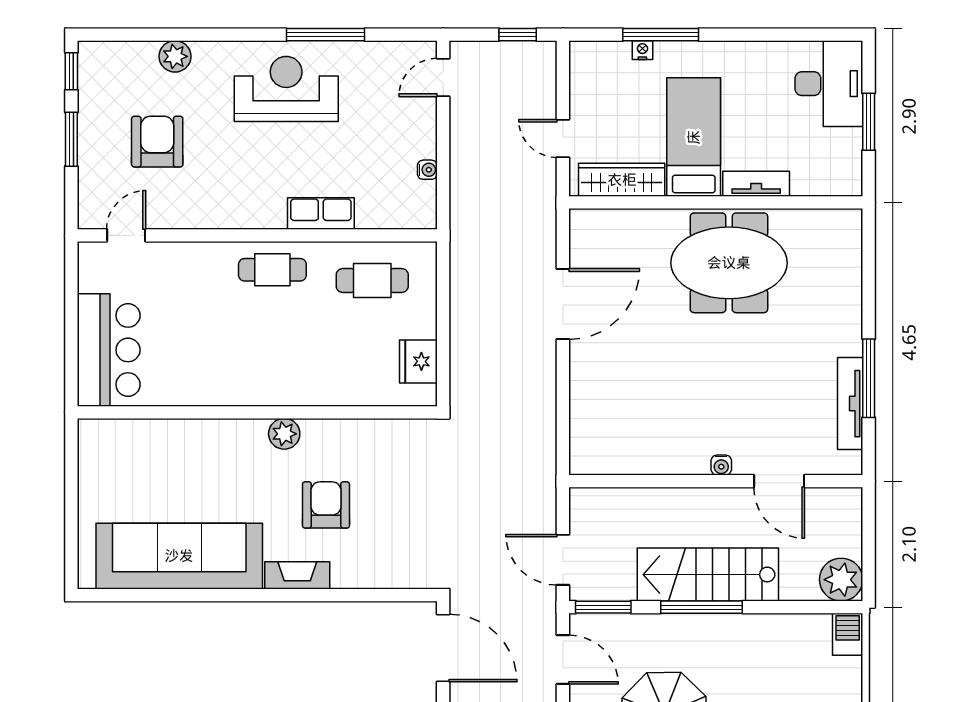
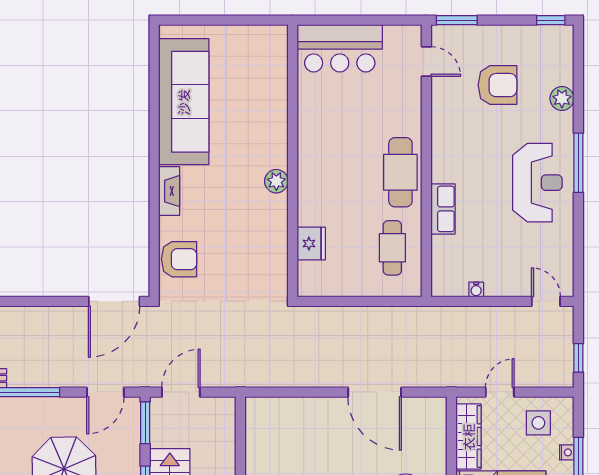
window: (326, 35) -> (578, 163), moved
side table: (604, 88) -> (538, 423), added
window: (71, 139) -> (457, 20), moved
cafe table: (272, 270) -> (400, 172), width x1.37, depth x1.35
fridge: (418, 361) -> (311, 244), moved, turned 90
armchair: (326, 505) -> (179, 259), moved

